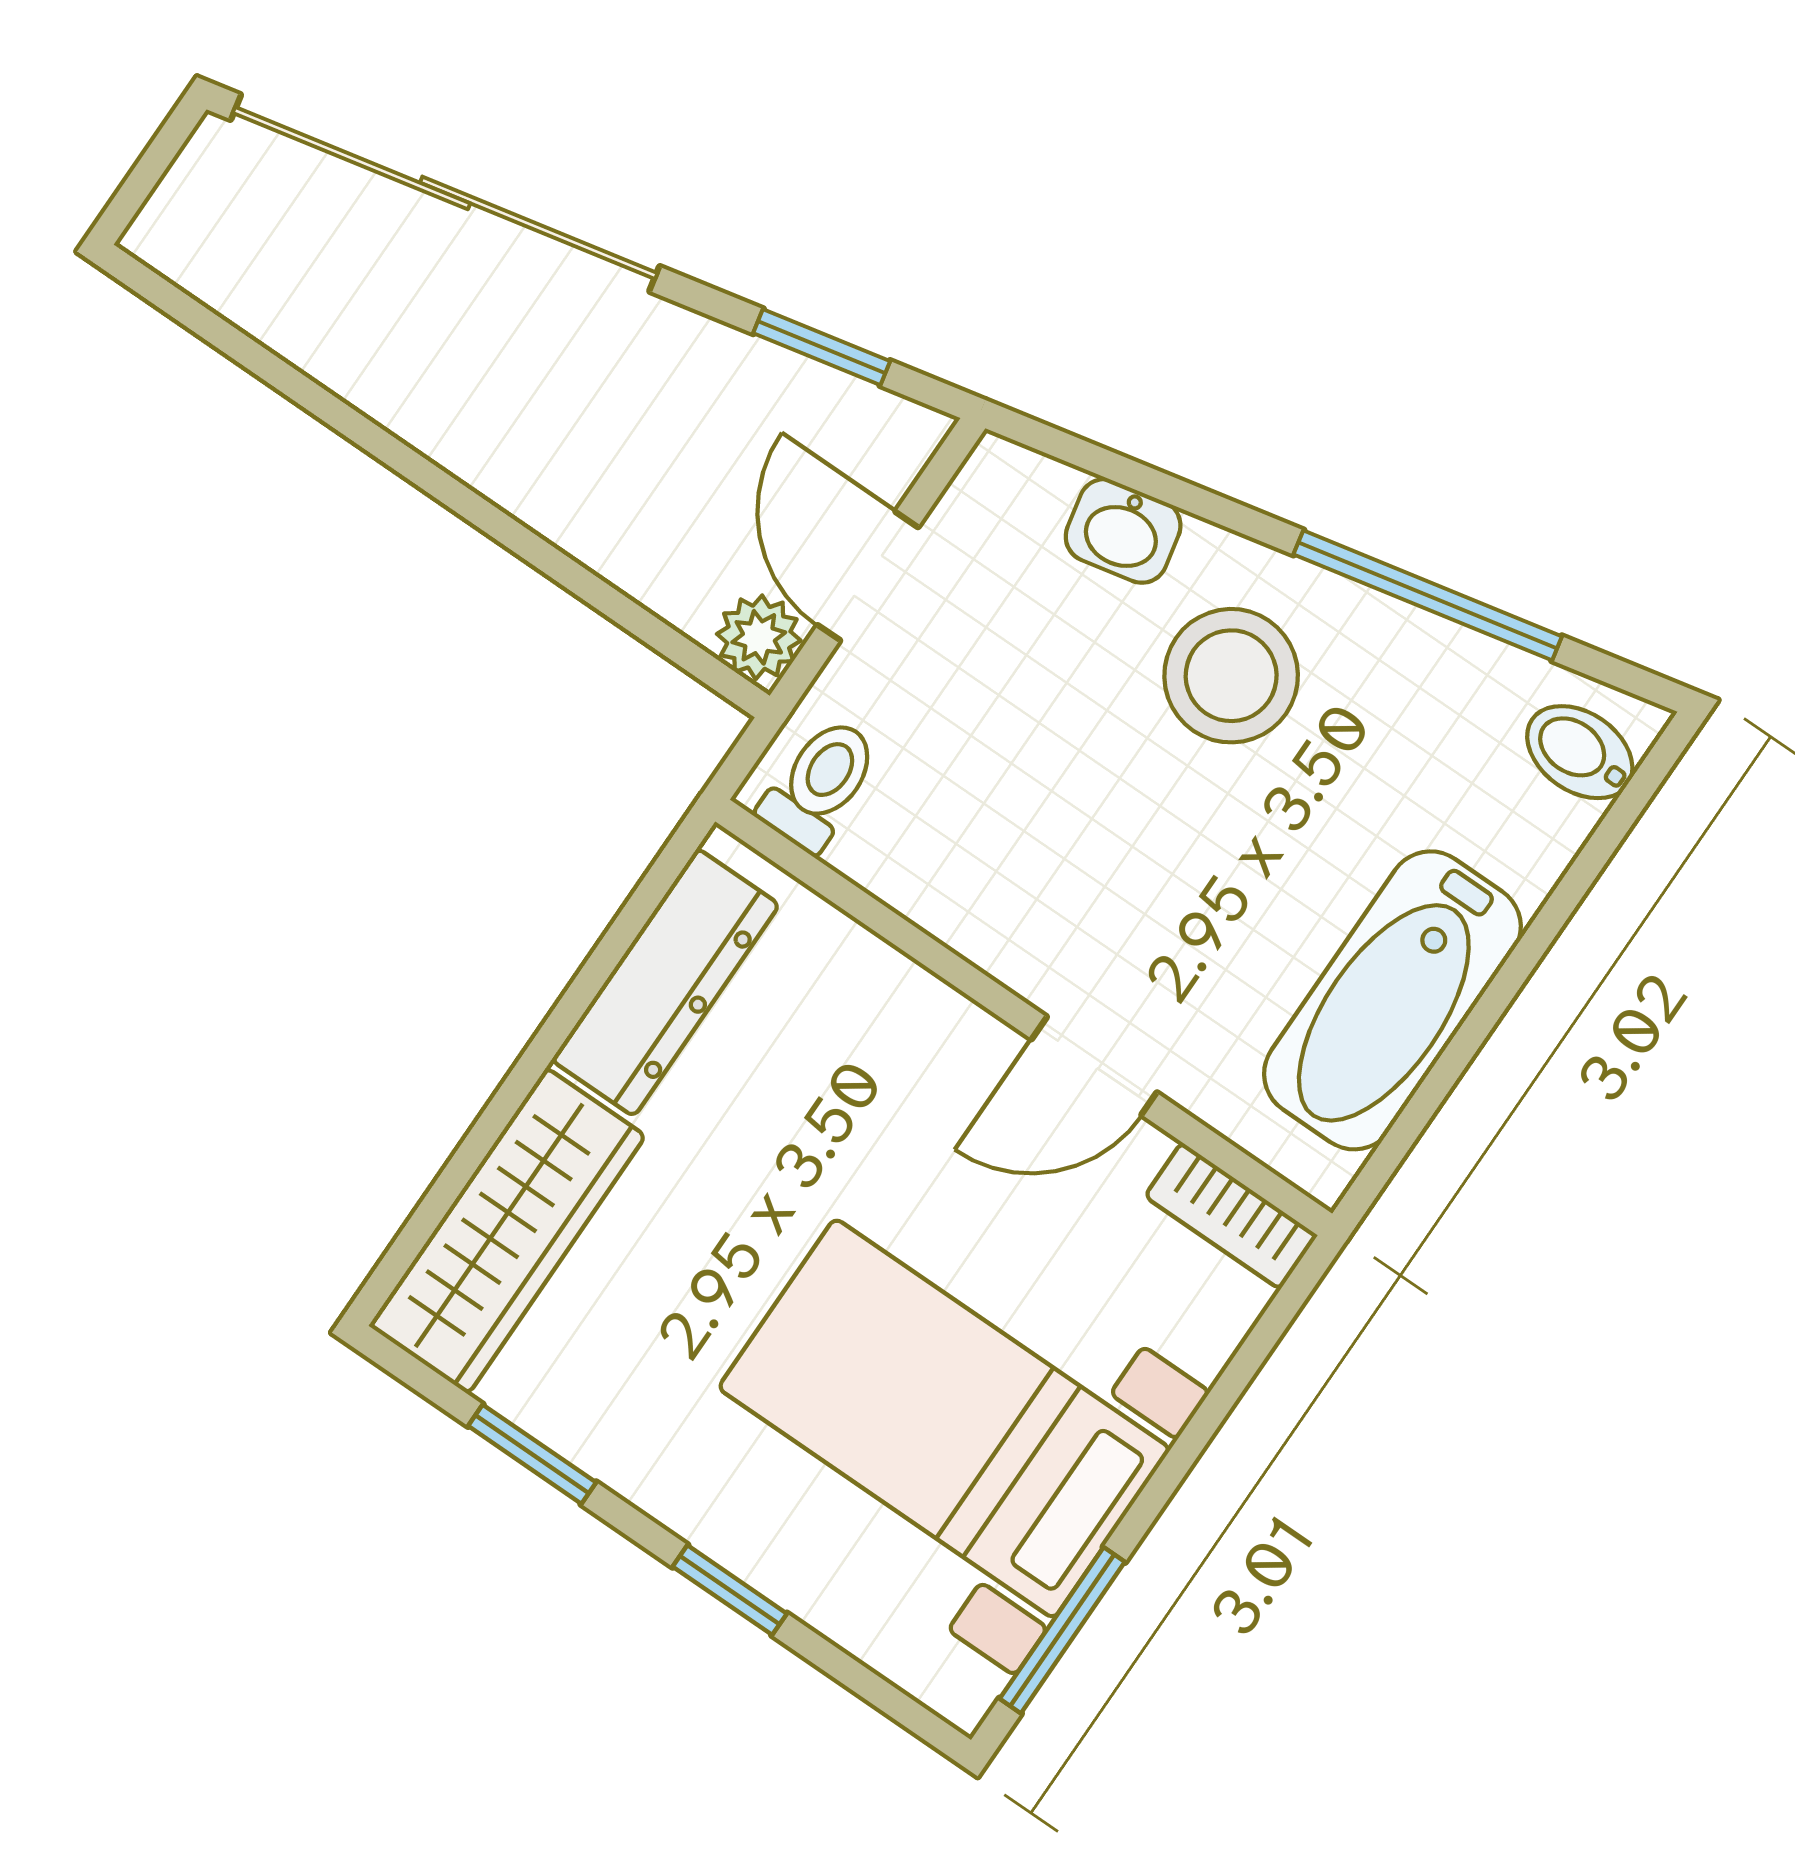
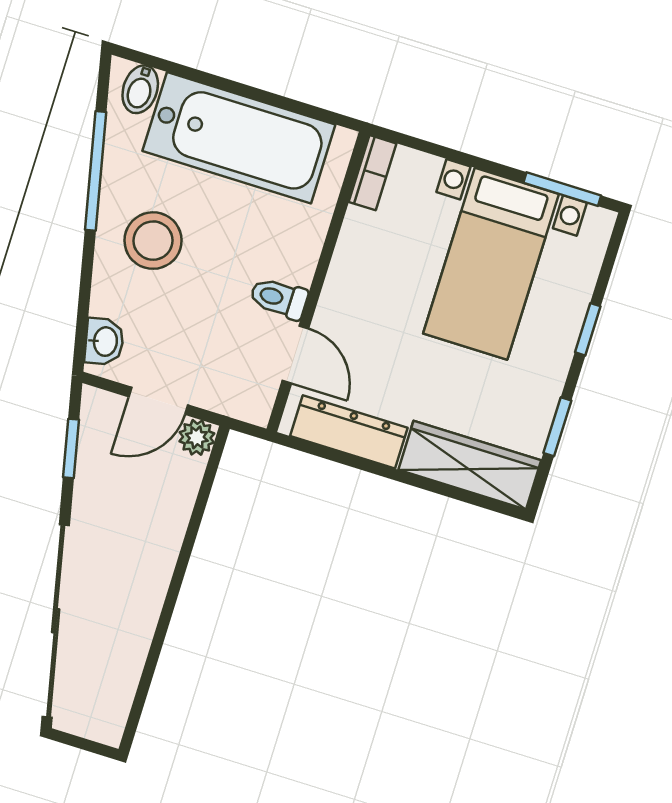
washbasin: (1123, 531) -> (104, 341), moved
toilet: (820, 784) -> (279, 298), moved
bathtub: (1392, 1000) -> (239, 138), width x1.36, depth x1.36
door: (1094, 1066) -> (295, 354), moved

